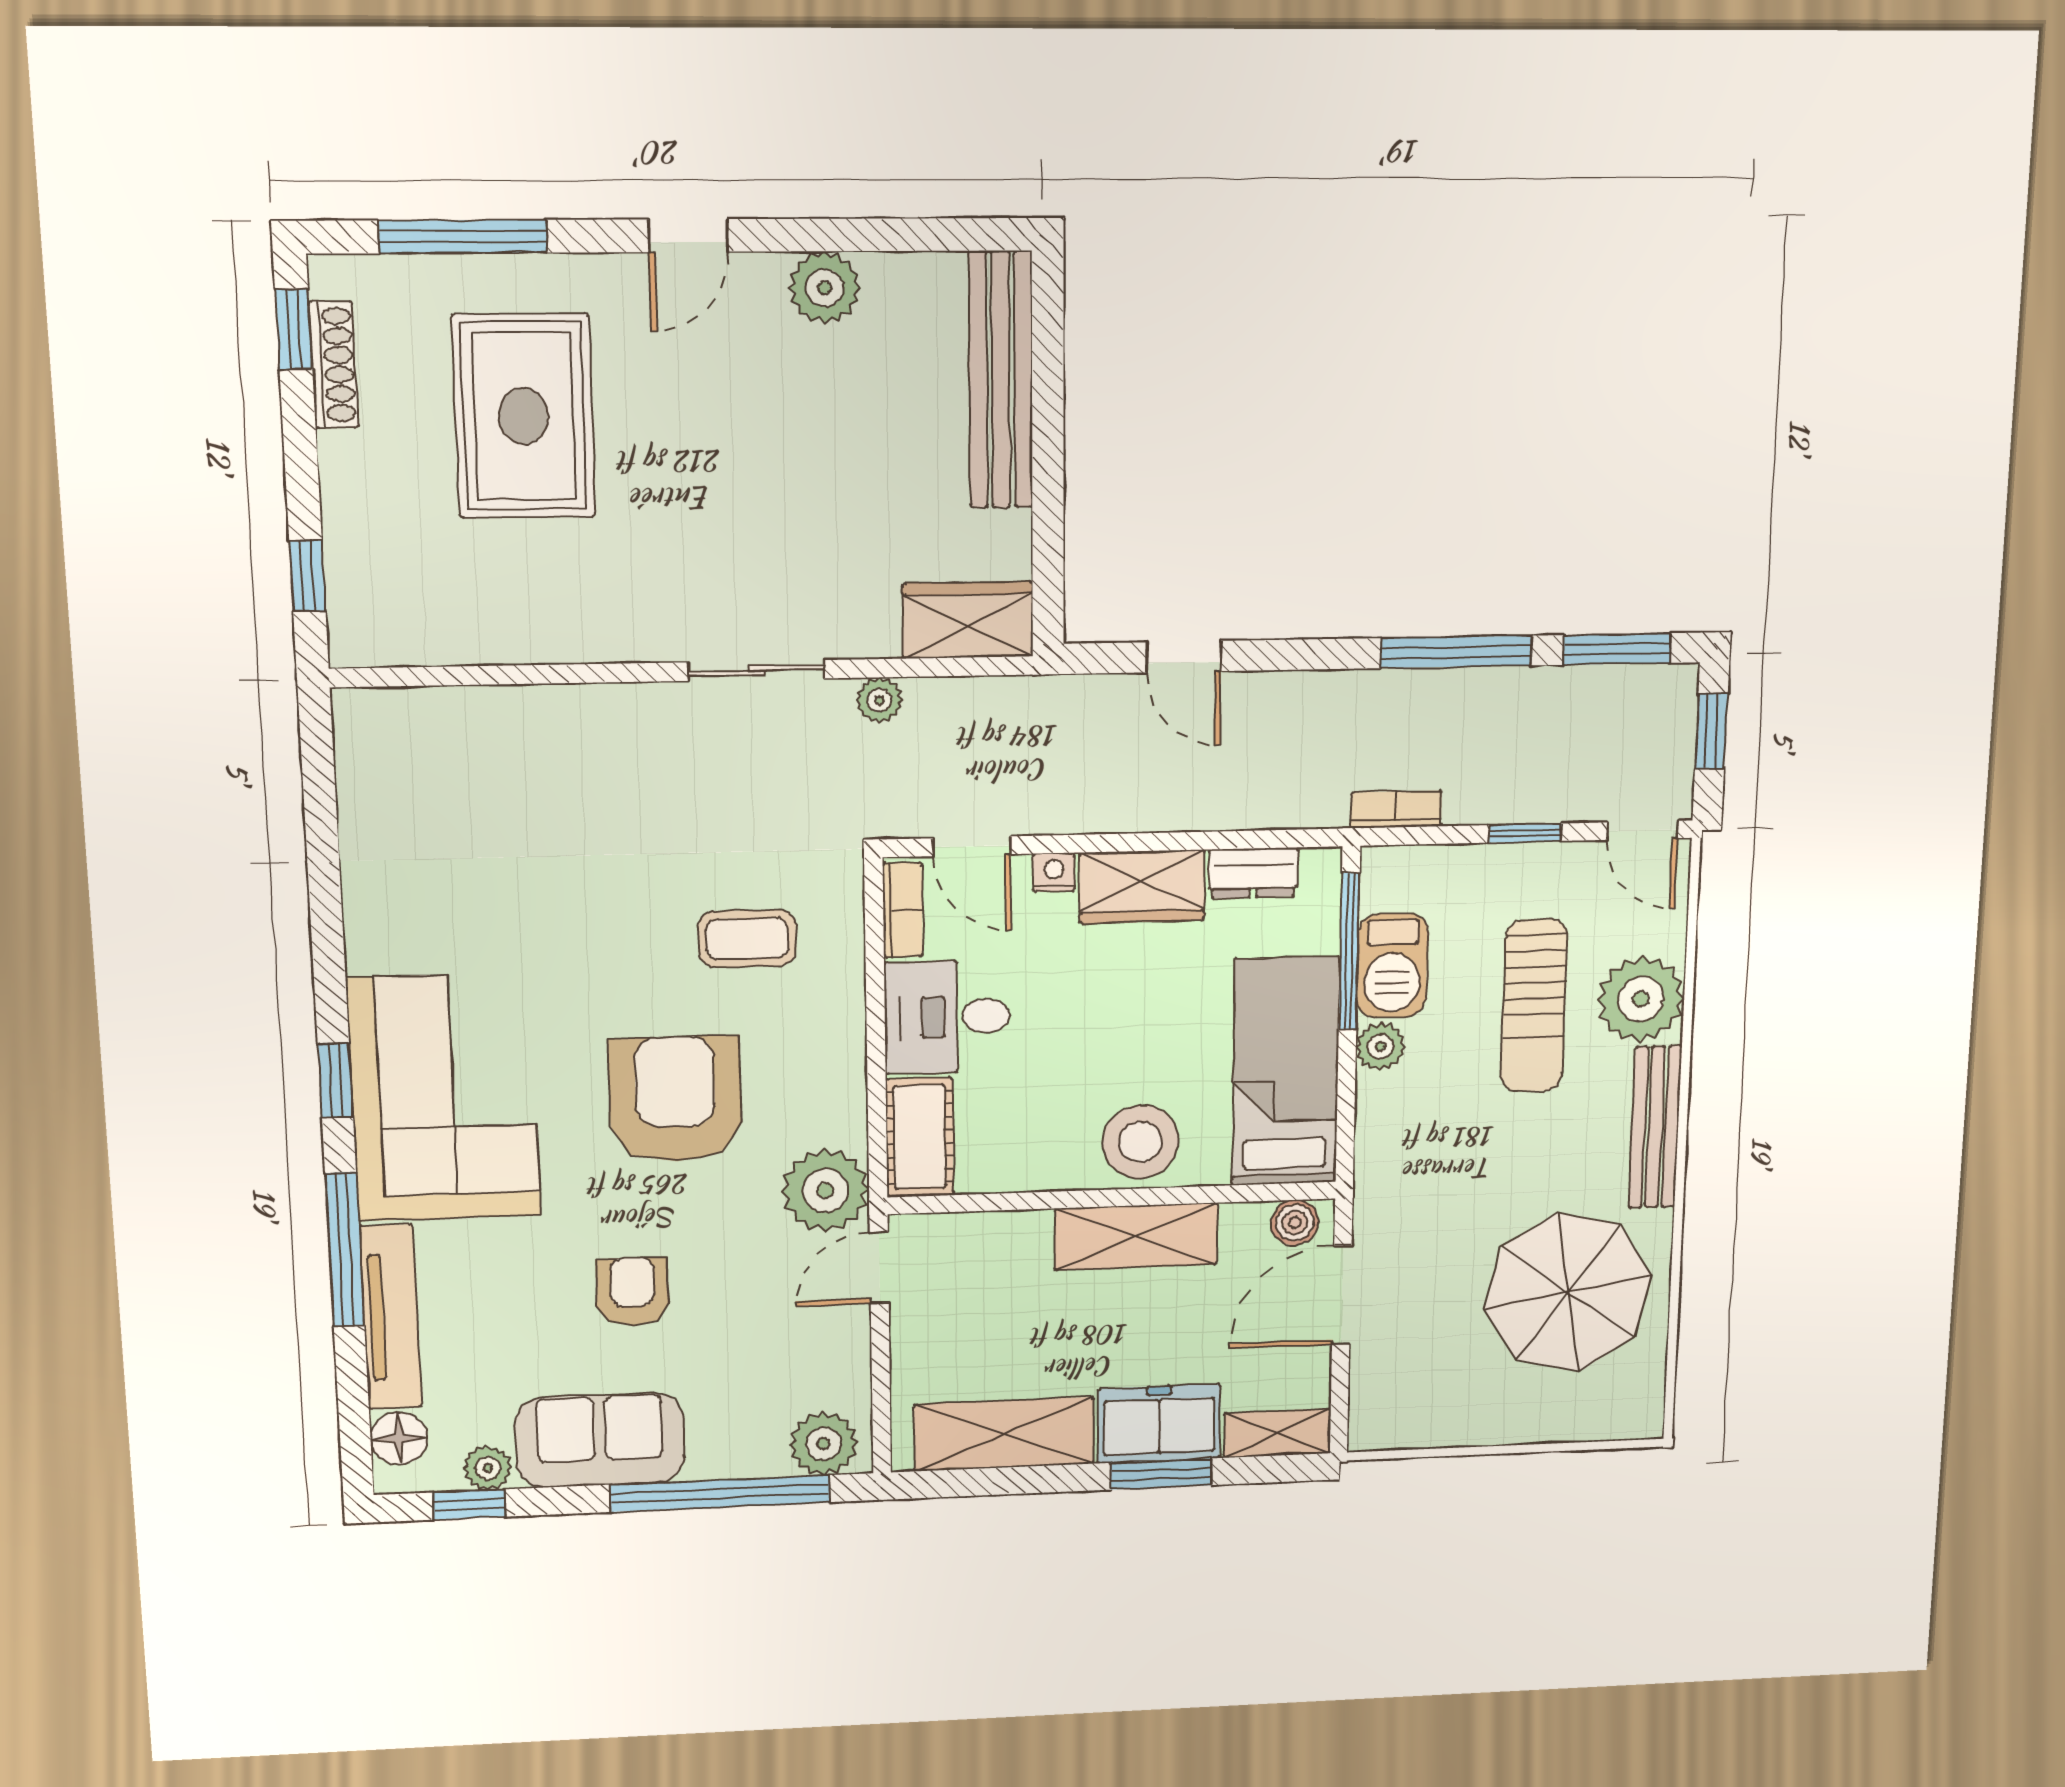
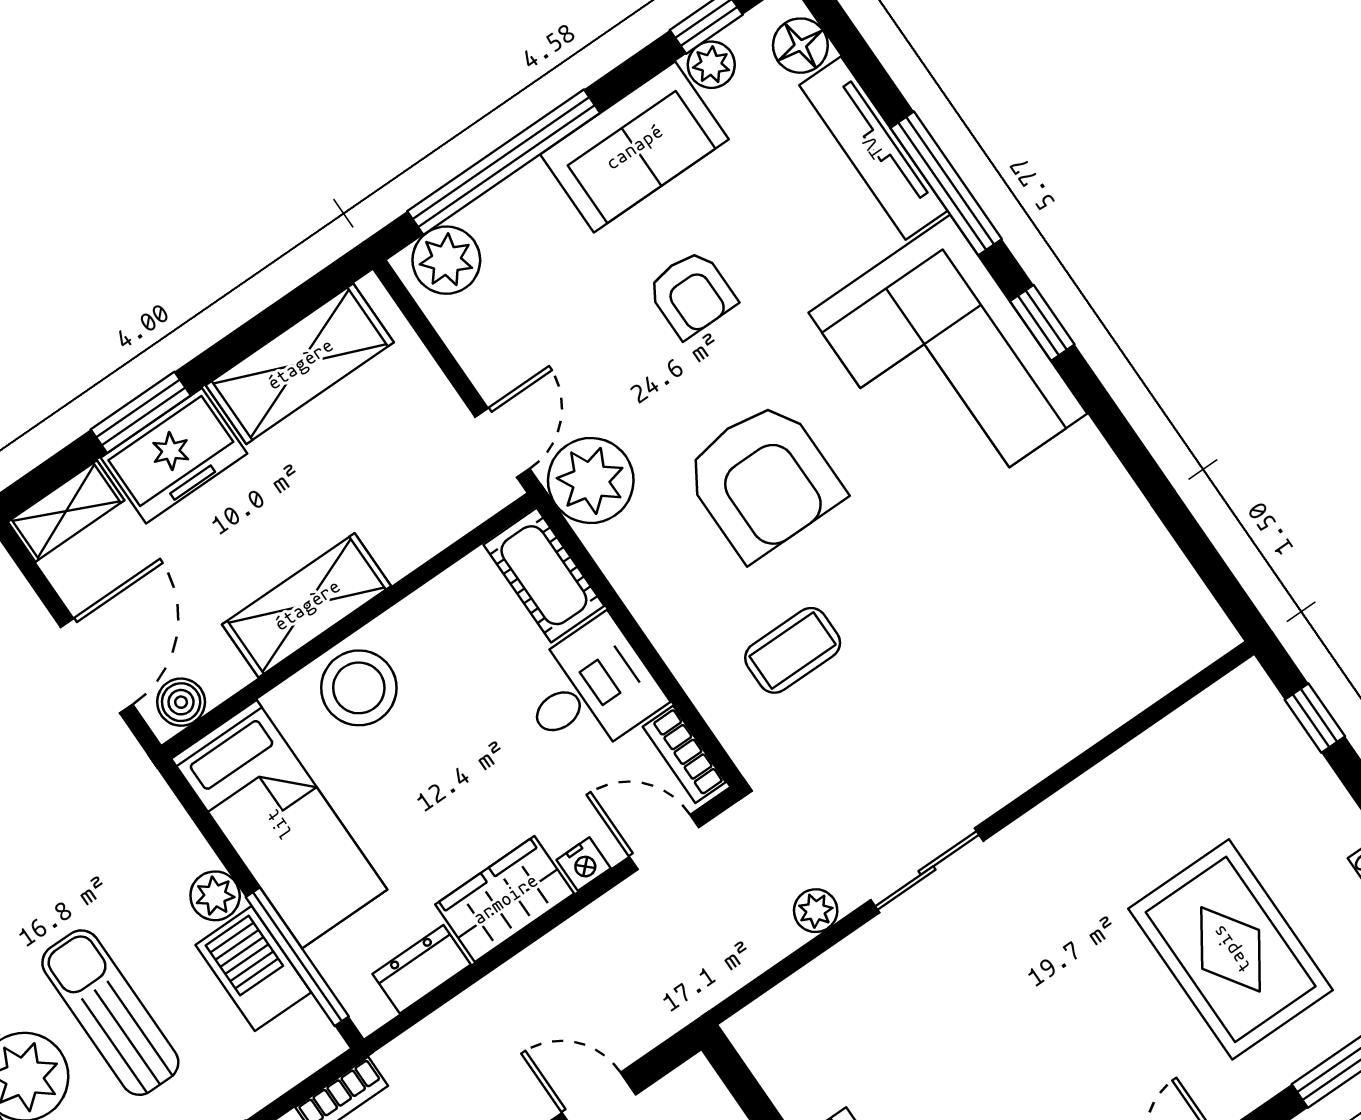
wardrobe: (968, 620) -> (789, 1019), removed

